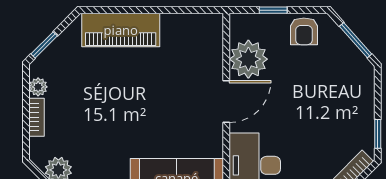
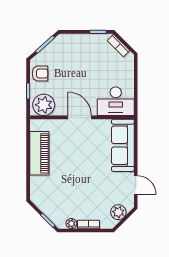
piano: (121, 30) -> (39, 153), moved
plant: (248, 59) -> (44, 105), moved

